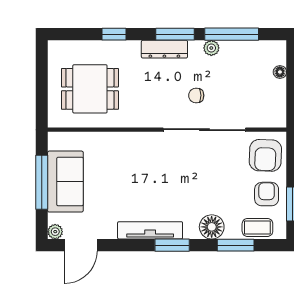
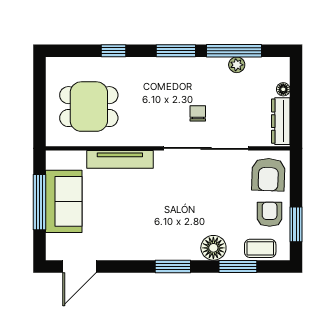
plant: (211, 48) -> (237, 65), moved
dresser: (164, 49) -> (281, 121), moved, turned 90
chair: (196, 95) -> (198, 113), turned 90
tv unit: (150, 230) -> (120, 159), moved, turned 180
plant: (55, 232) -> (53, 253), removed

